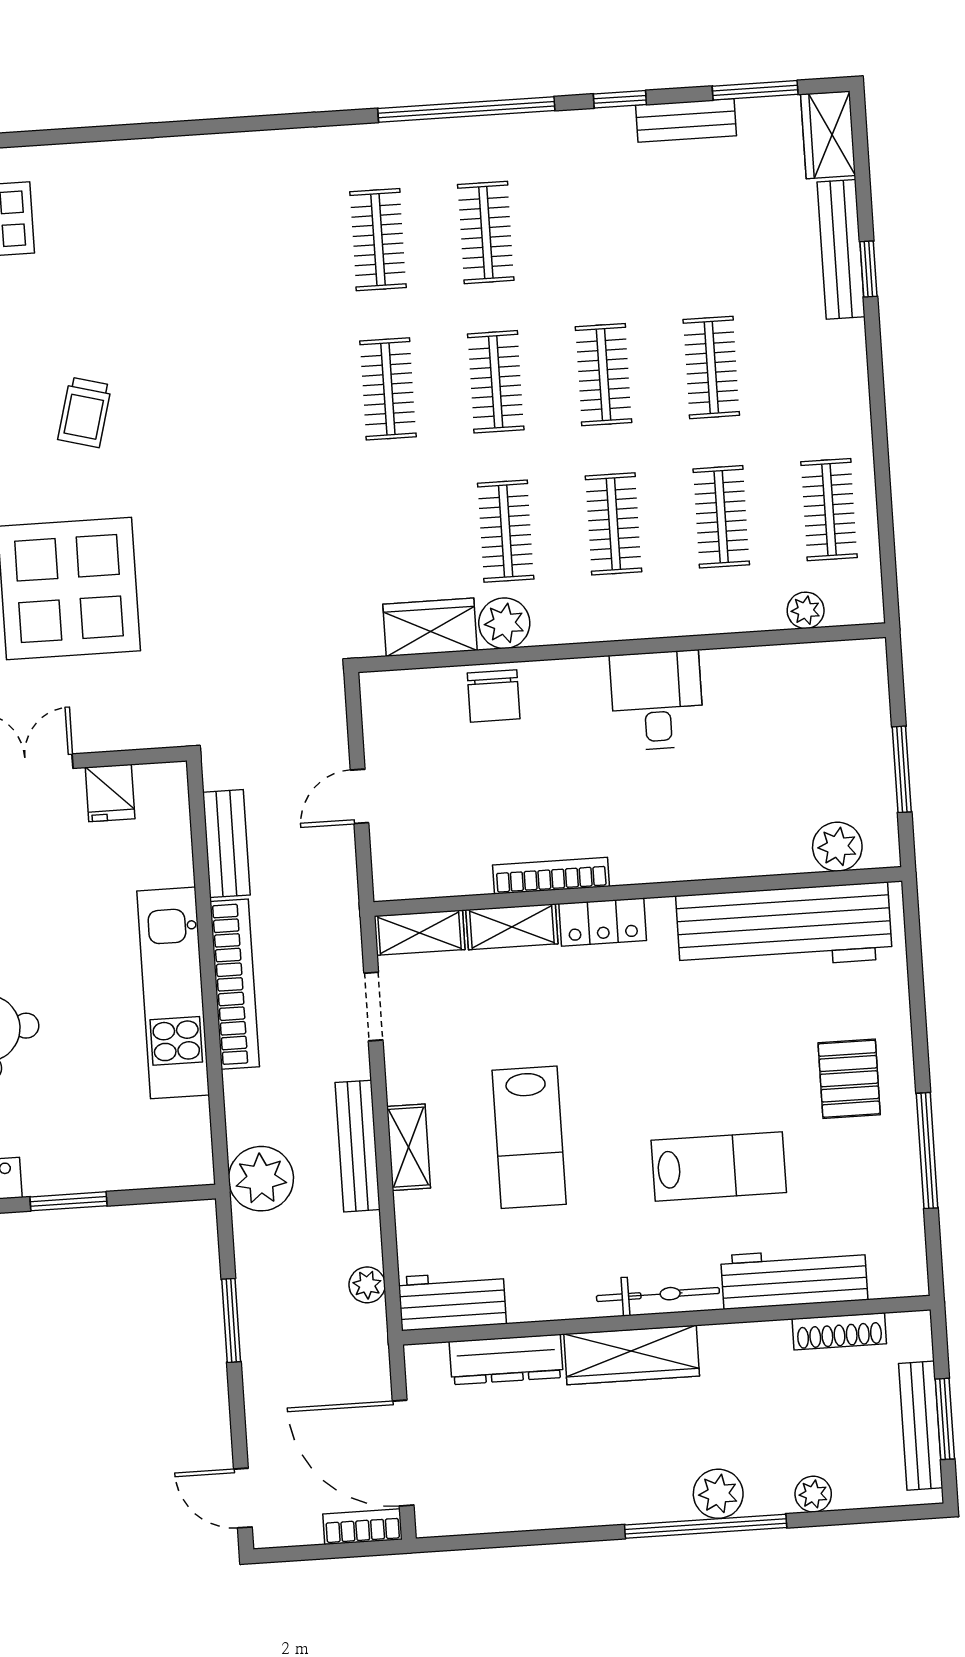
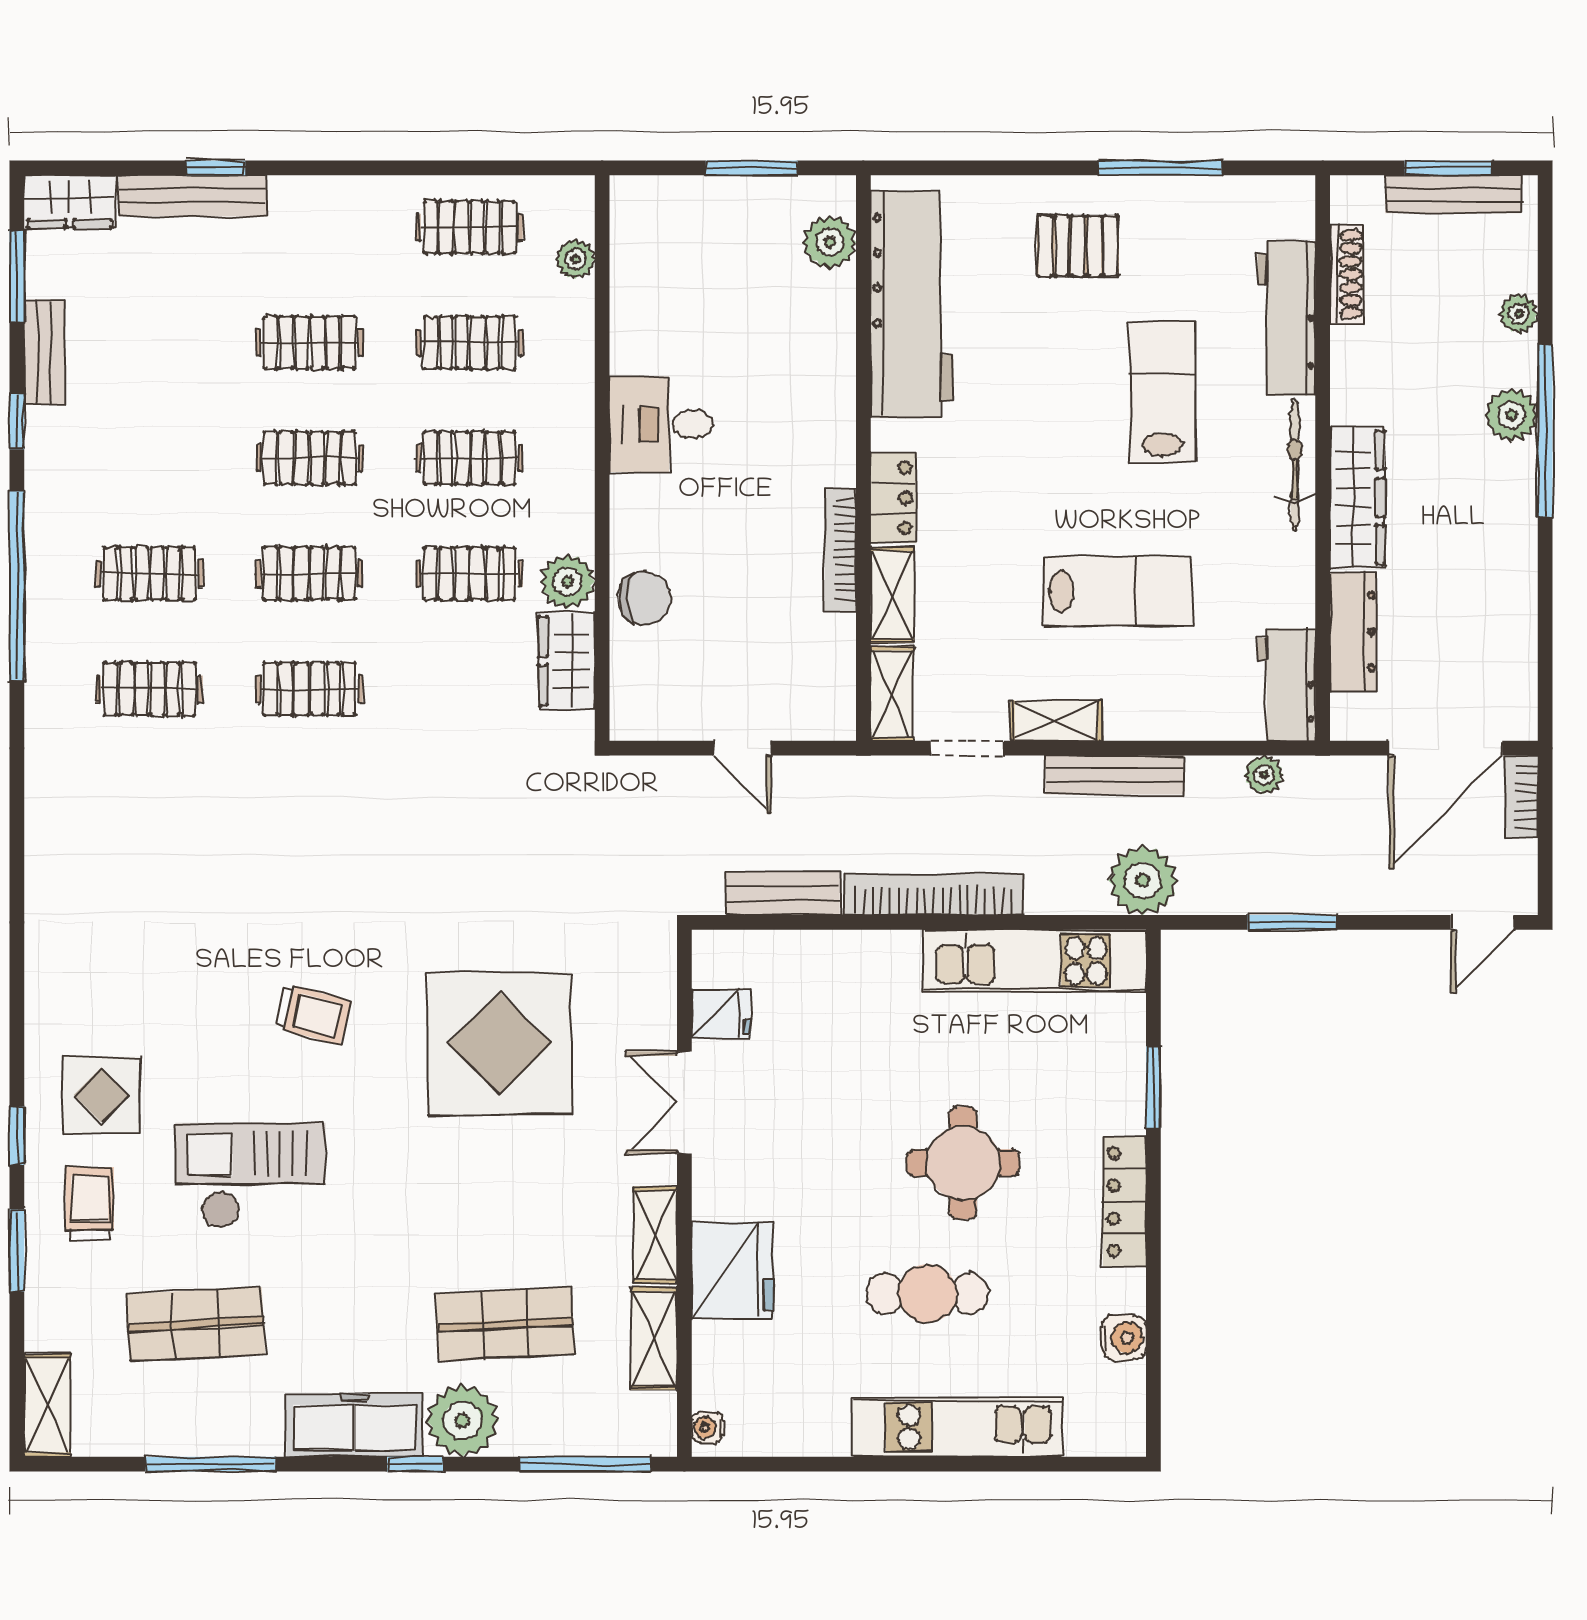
kitchen unit: (173, 993) -> (1035, 961), moved
shelving: (409, 1147) -> (1056, 721), moved

